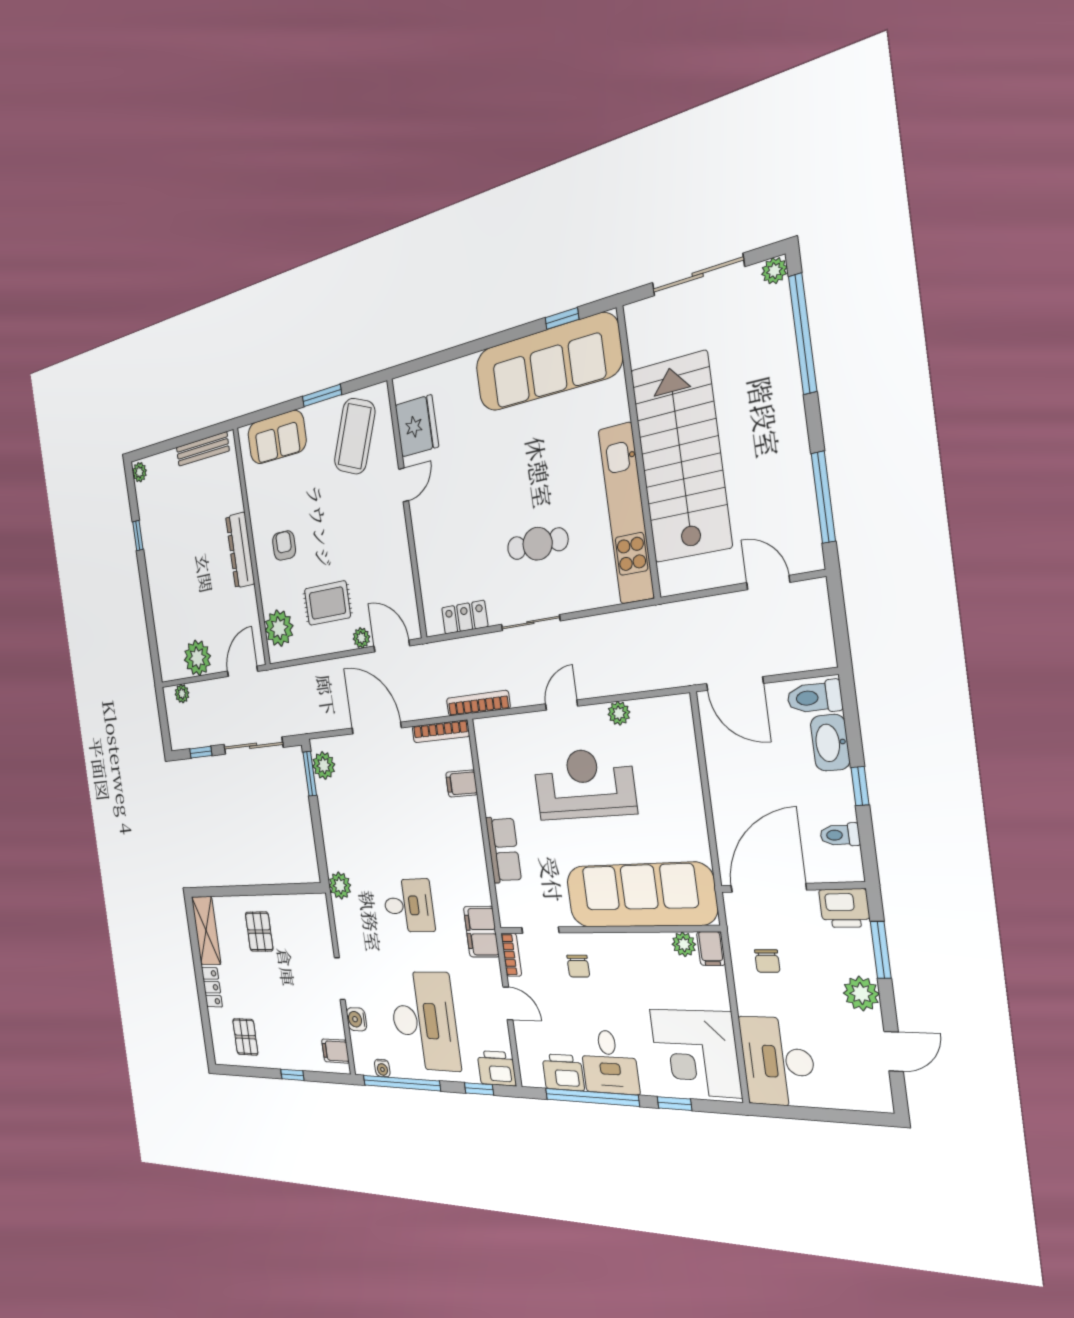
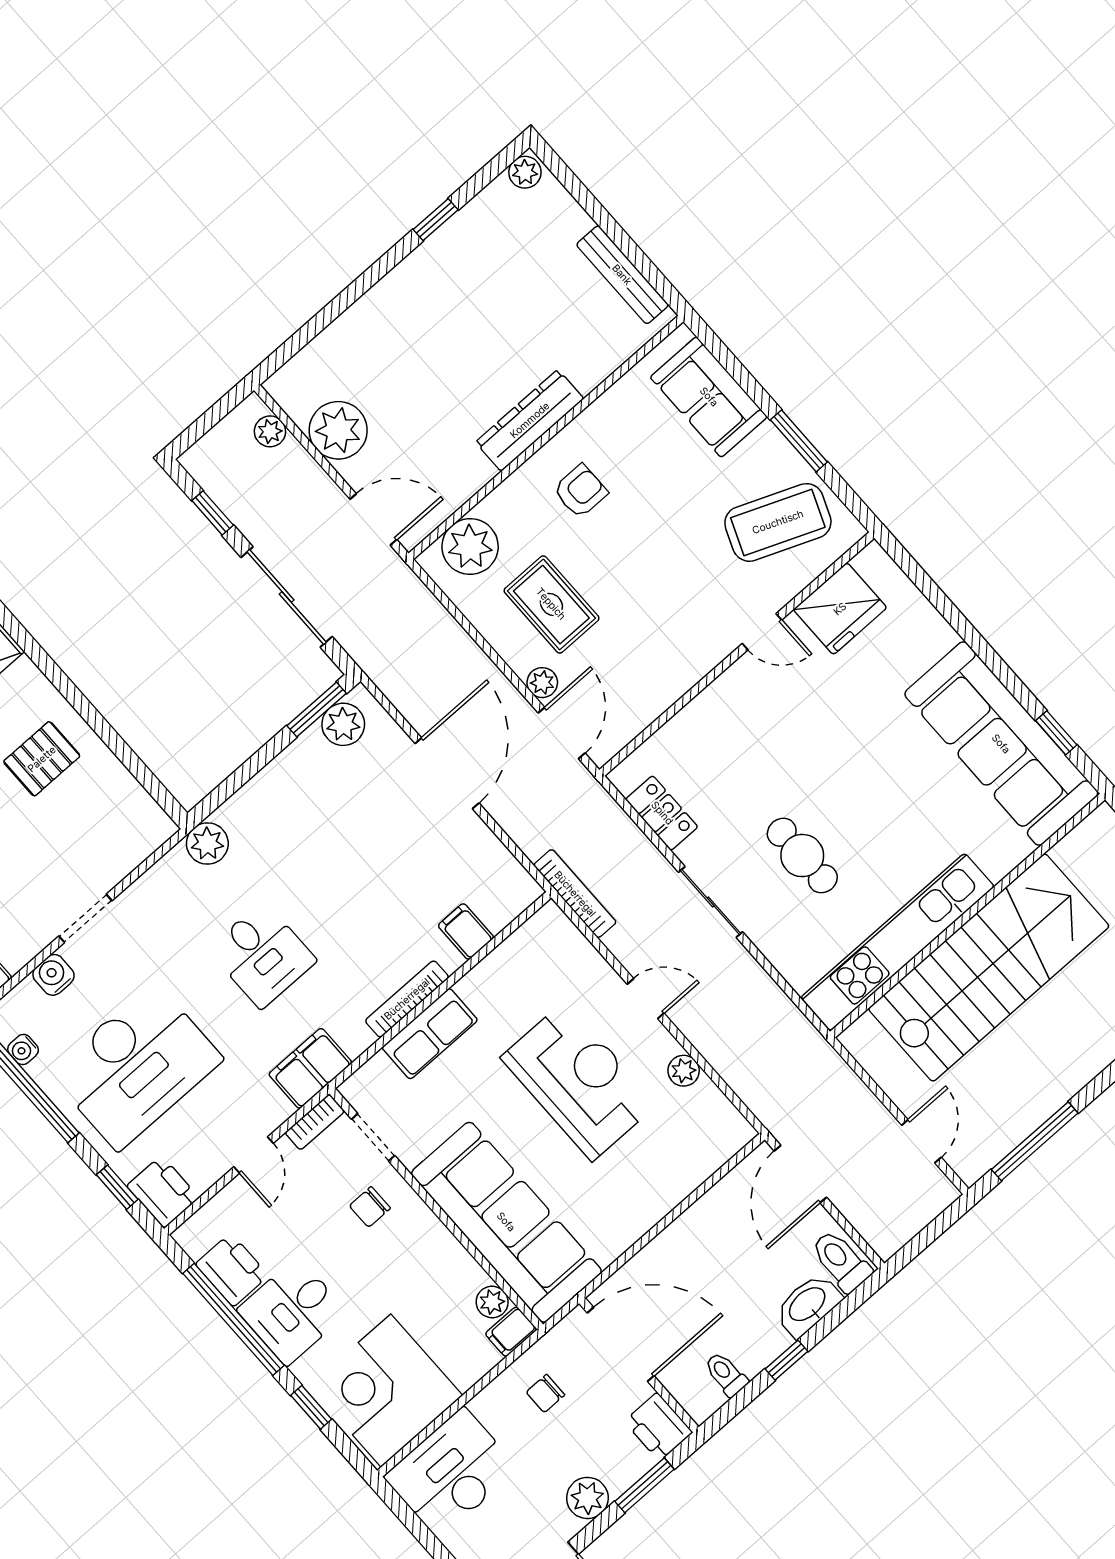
bookcase: (441, 731) -> (407, 999), moved, turned 90

